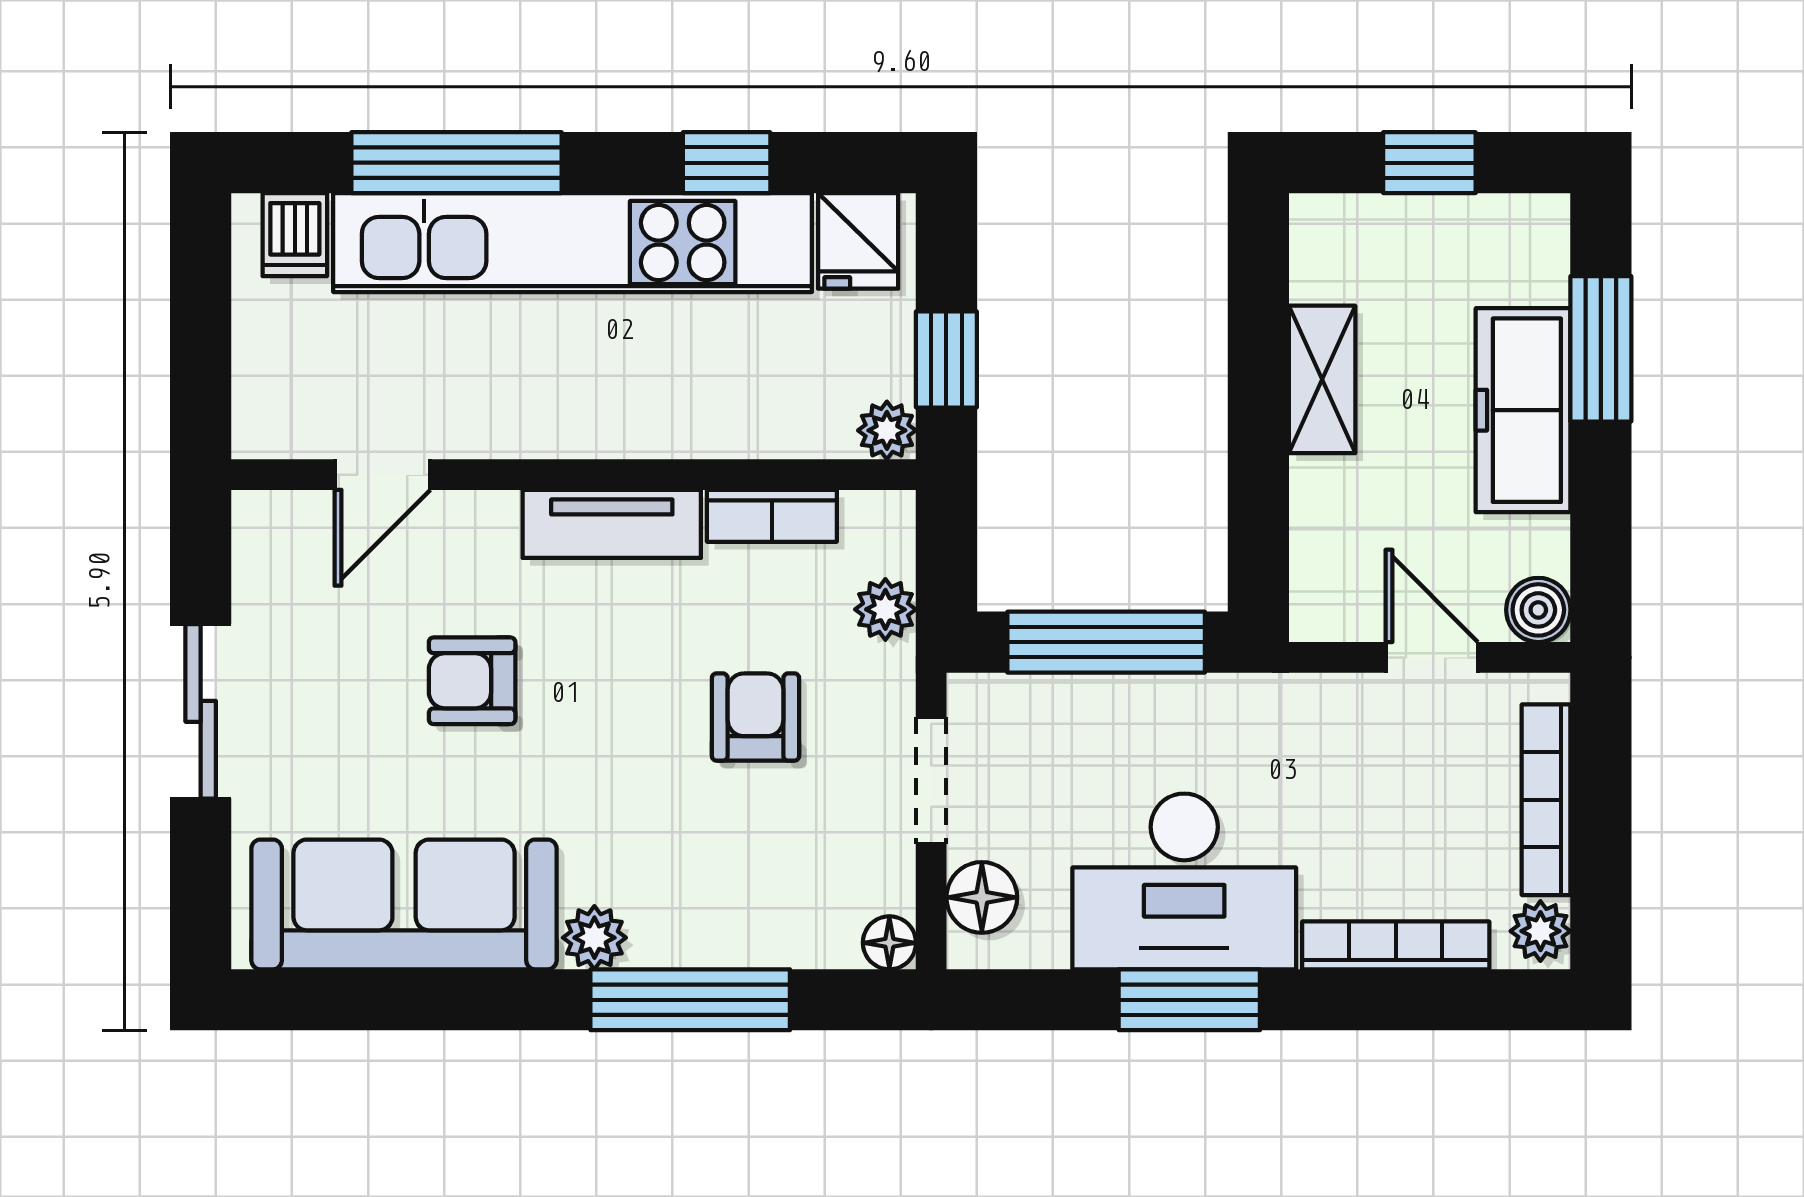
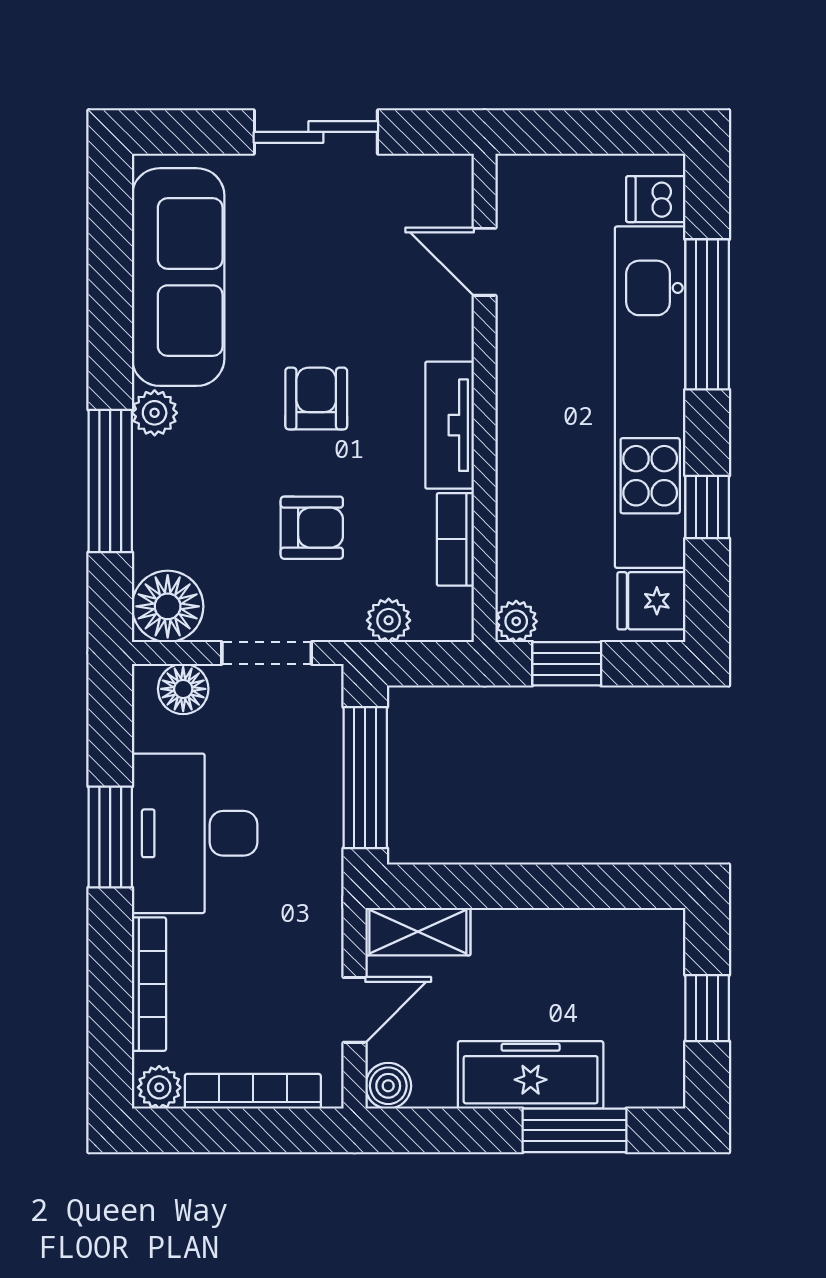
shelving: (1322, 379) -> (418, 932), moved
armchair: (472, 681) -> (316, 399), moved
floor lamp: (889, 943) -> (168, 606), width x1.89, depth x1.89

